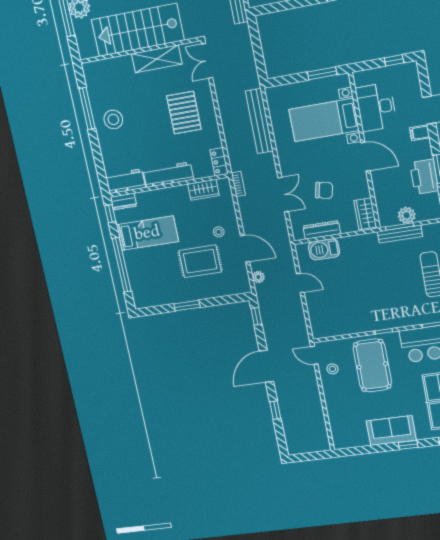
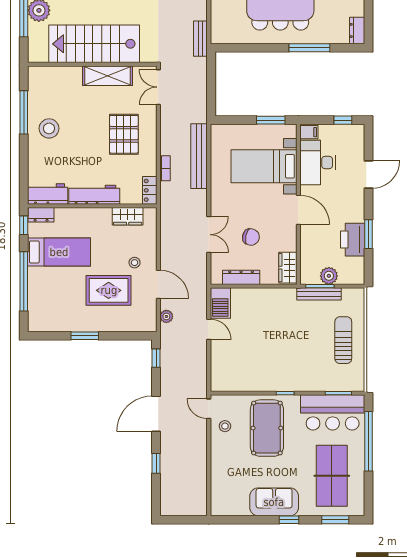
filing cabinet: (420, 133) -> (309, 132), moved, turned 180
bookcase: (238, 184) -> (165, 168), moved
barbecue: (324, 249) -> (220, 303), moved, turned -90

